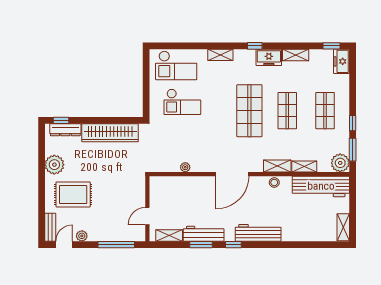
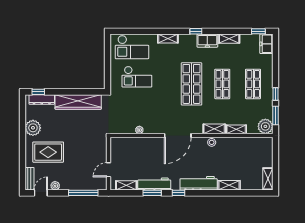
workbench: (321, 186) -> (250, 146), removed
shelving: (295, 235) -> (229, 185), added

